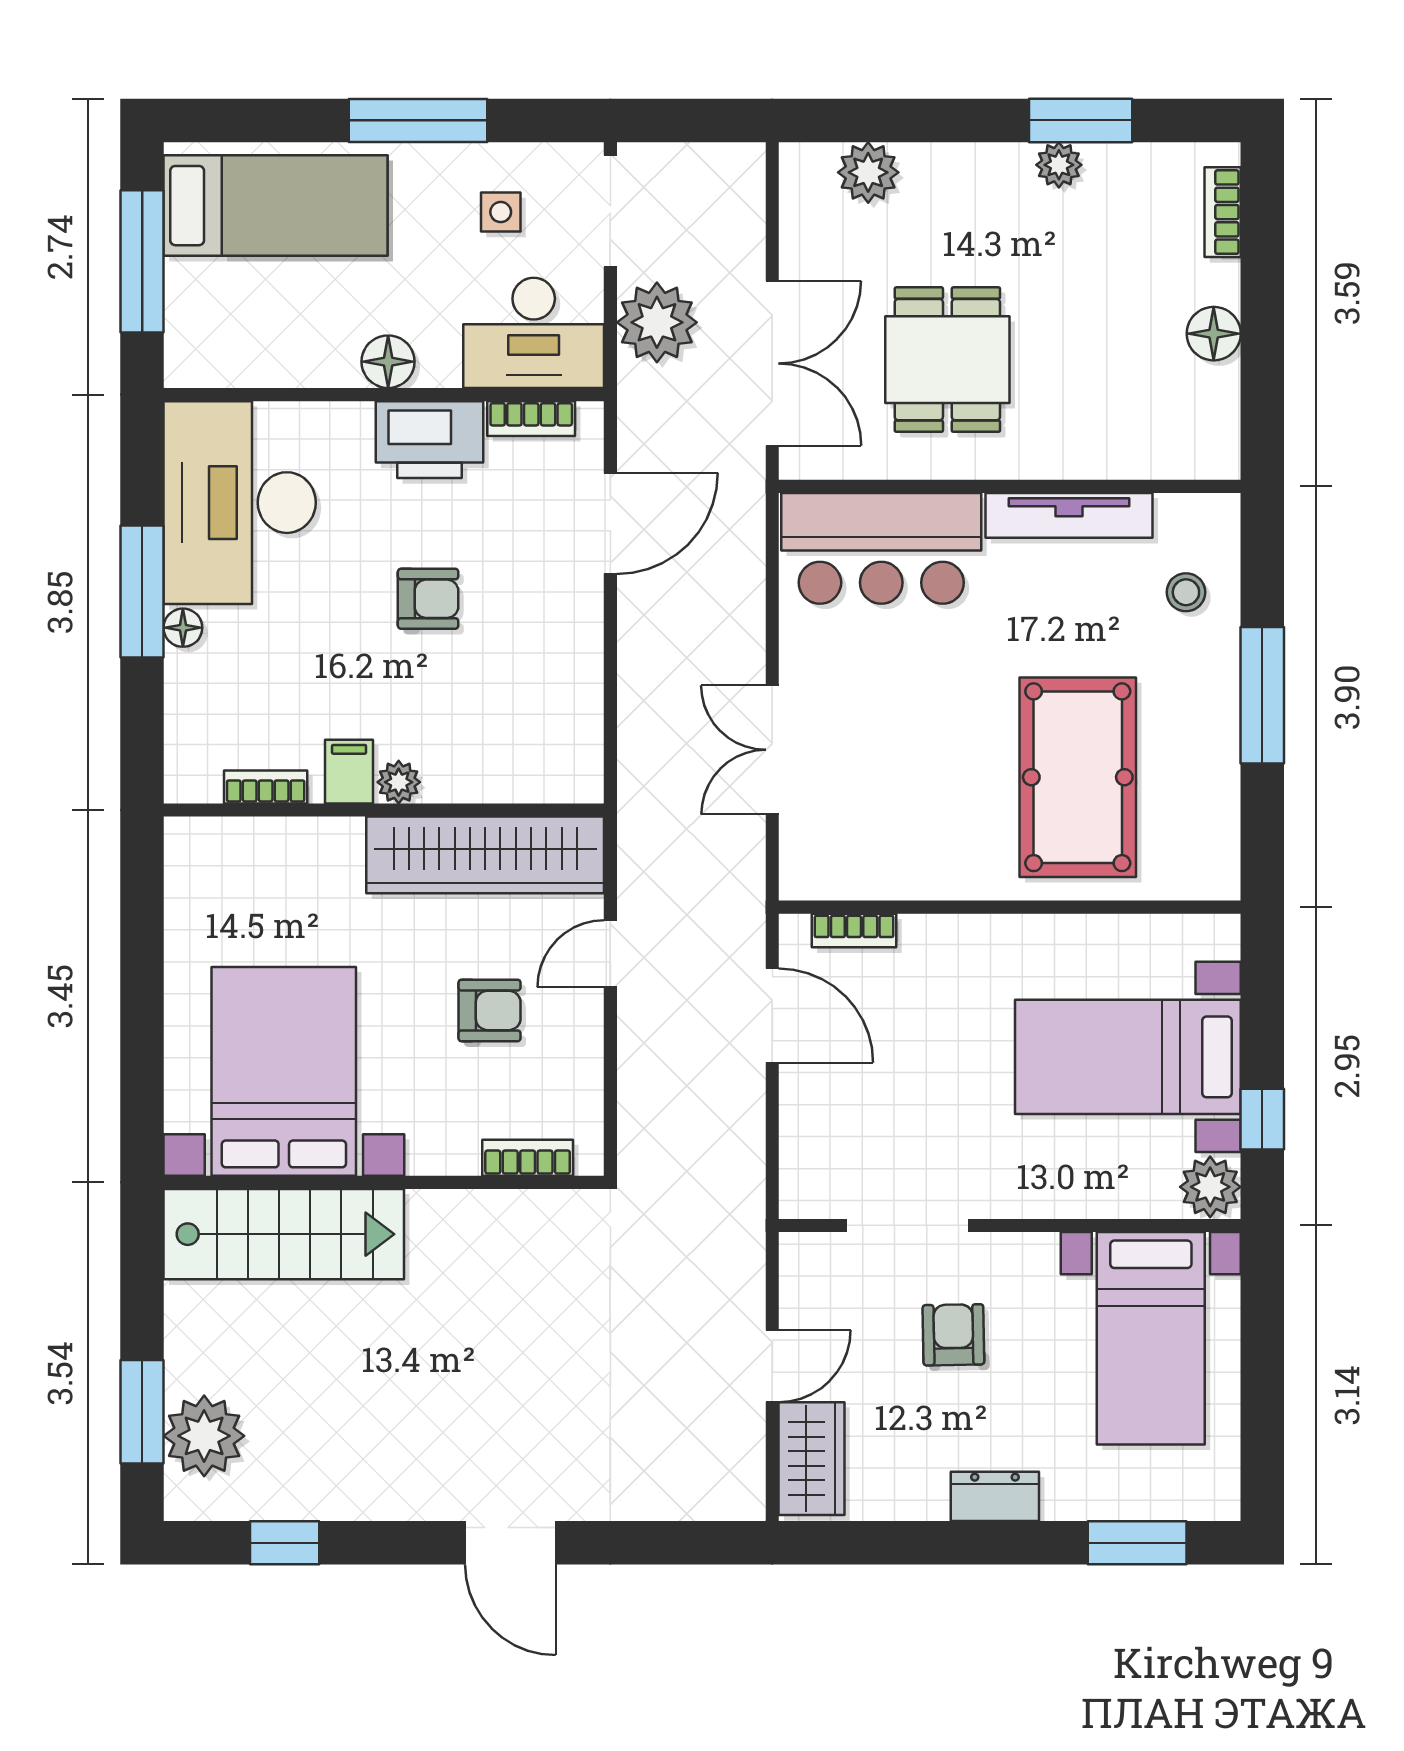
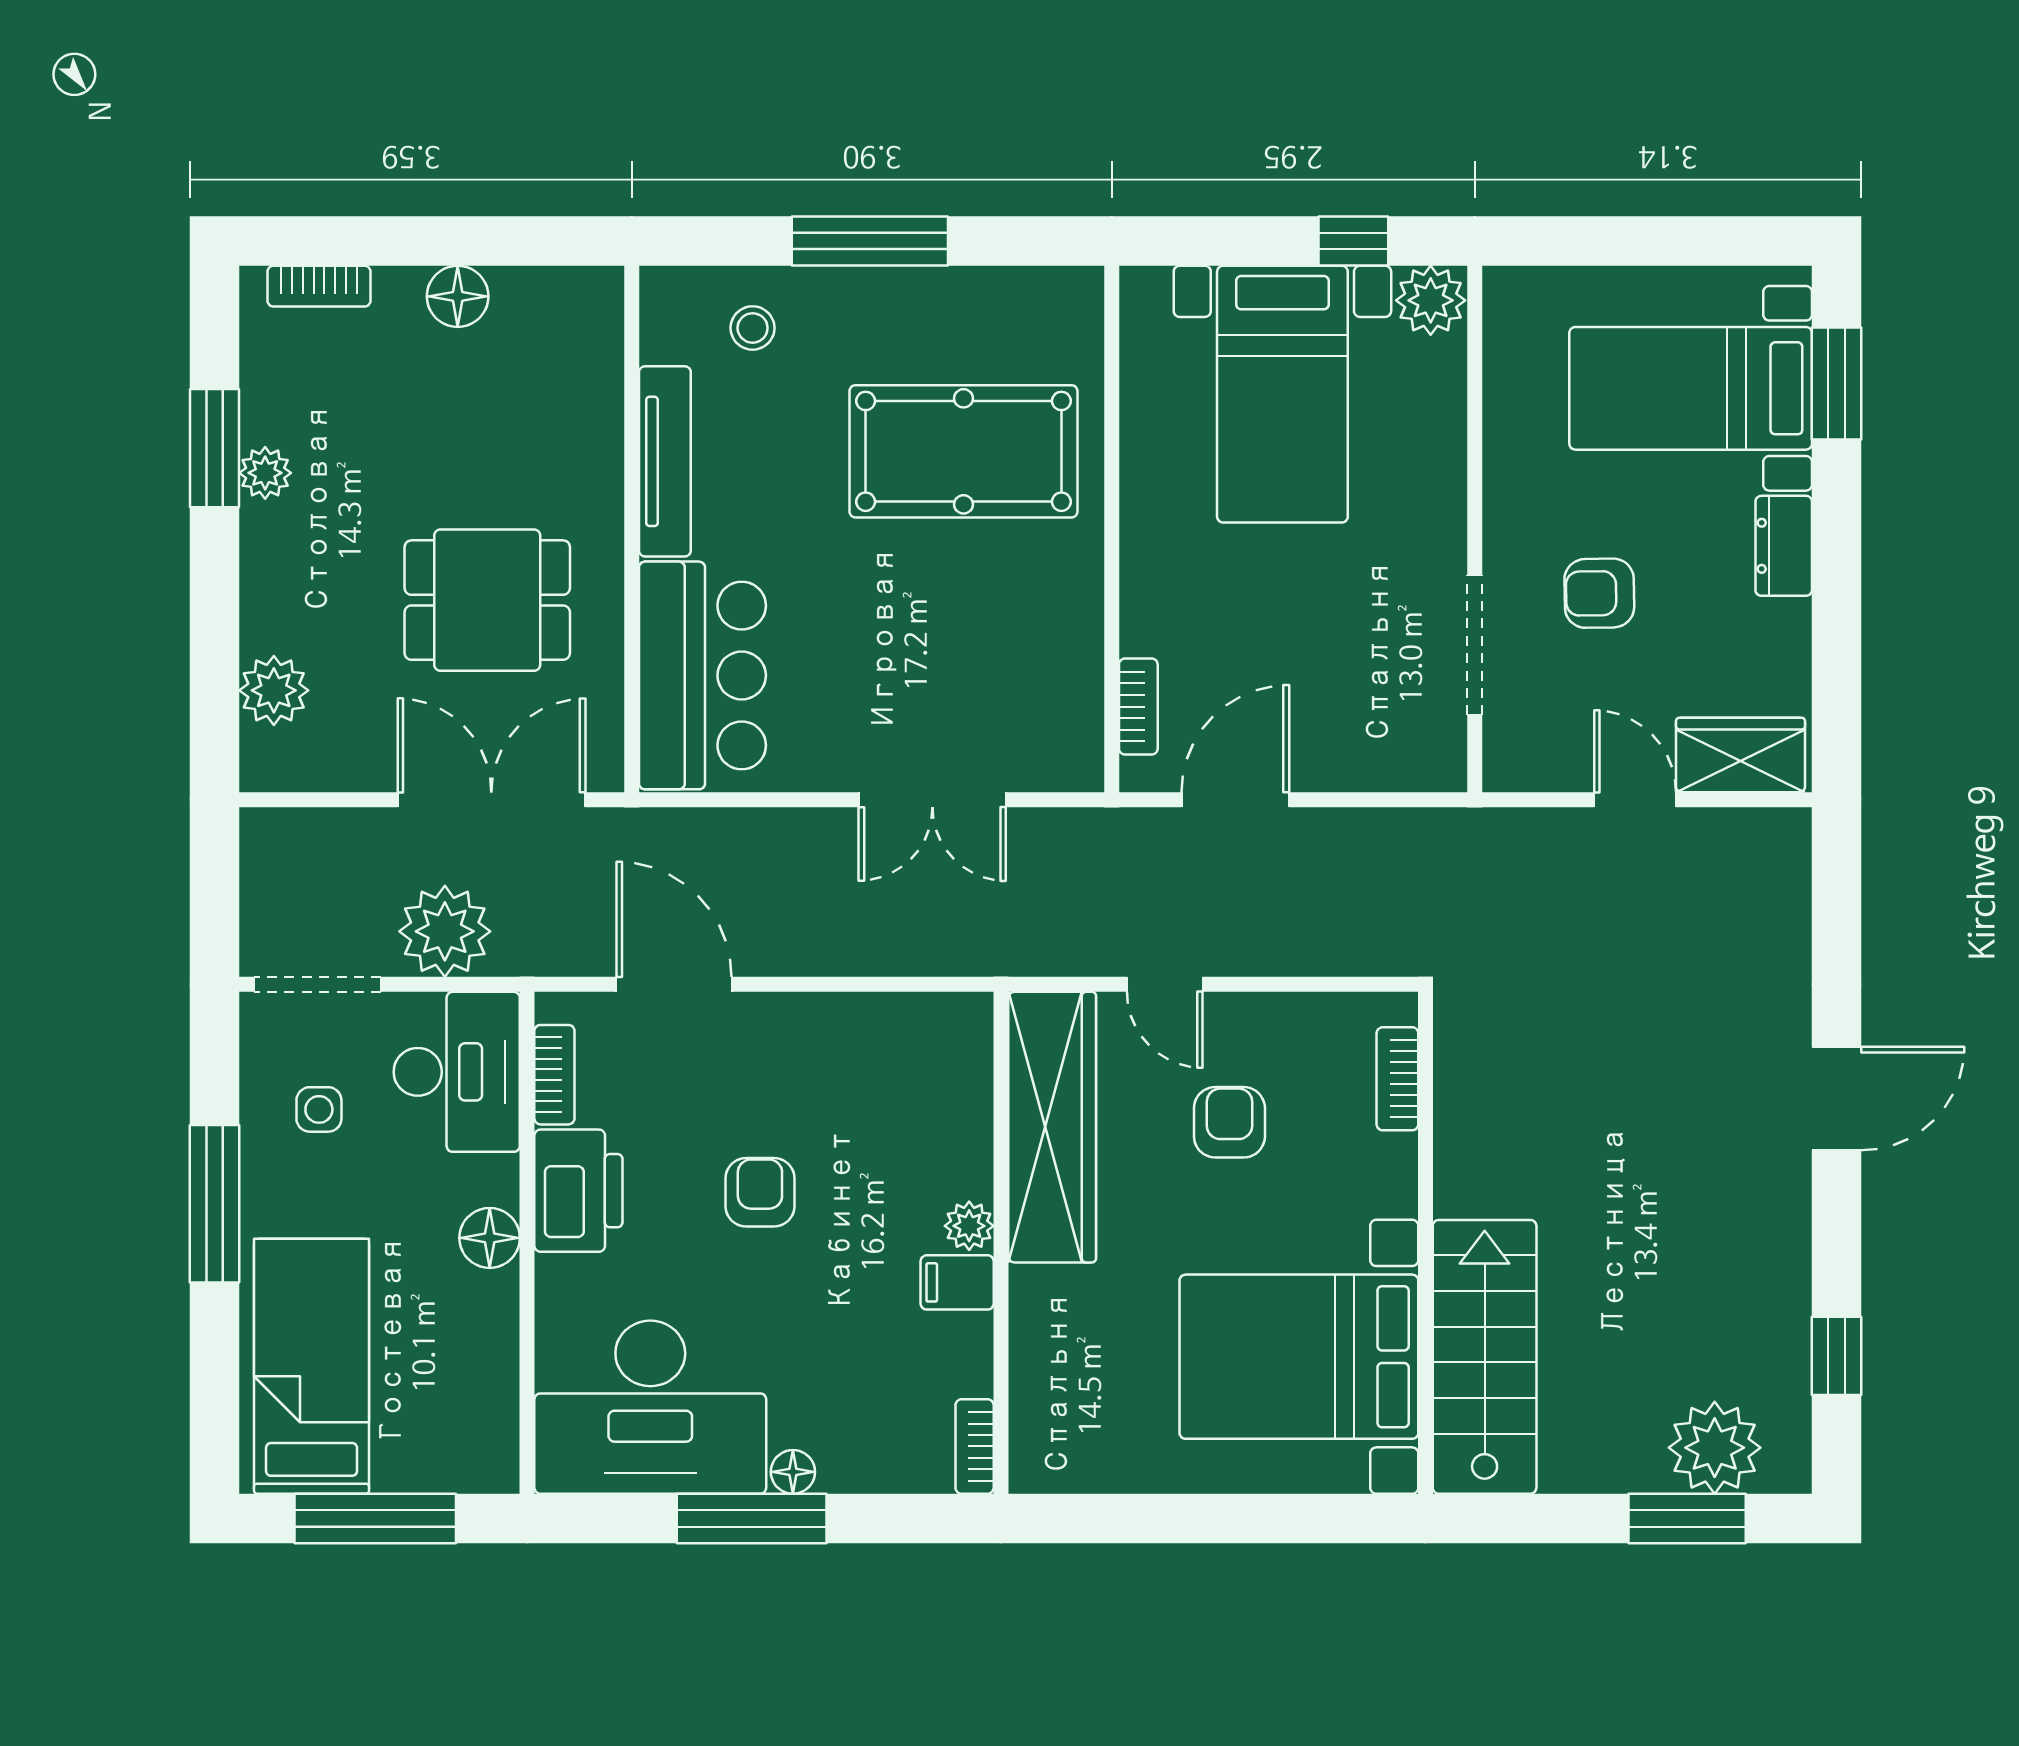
bookcase: (266, 787) -> (975, 1446), moved
bed with nightstands: (1151, 1338) -> (1691, 388), moved, turned 180

